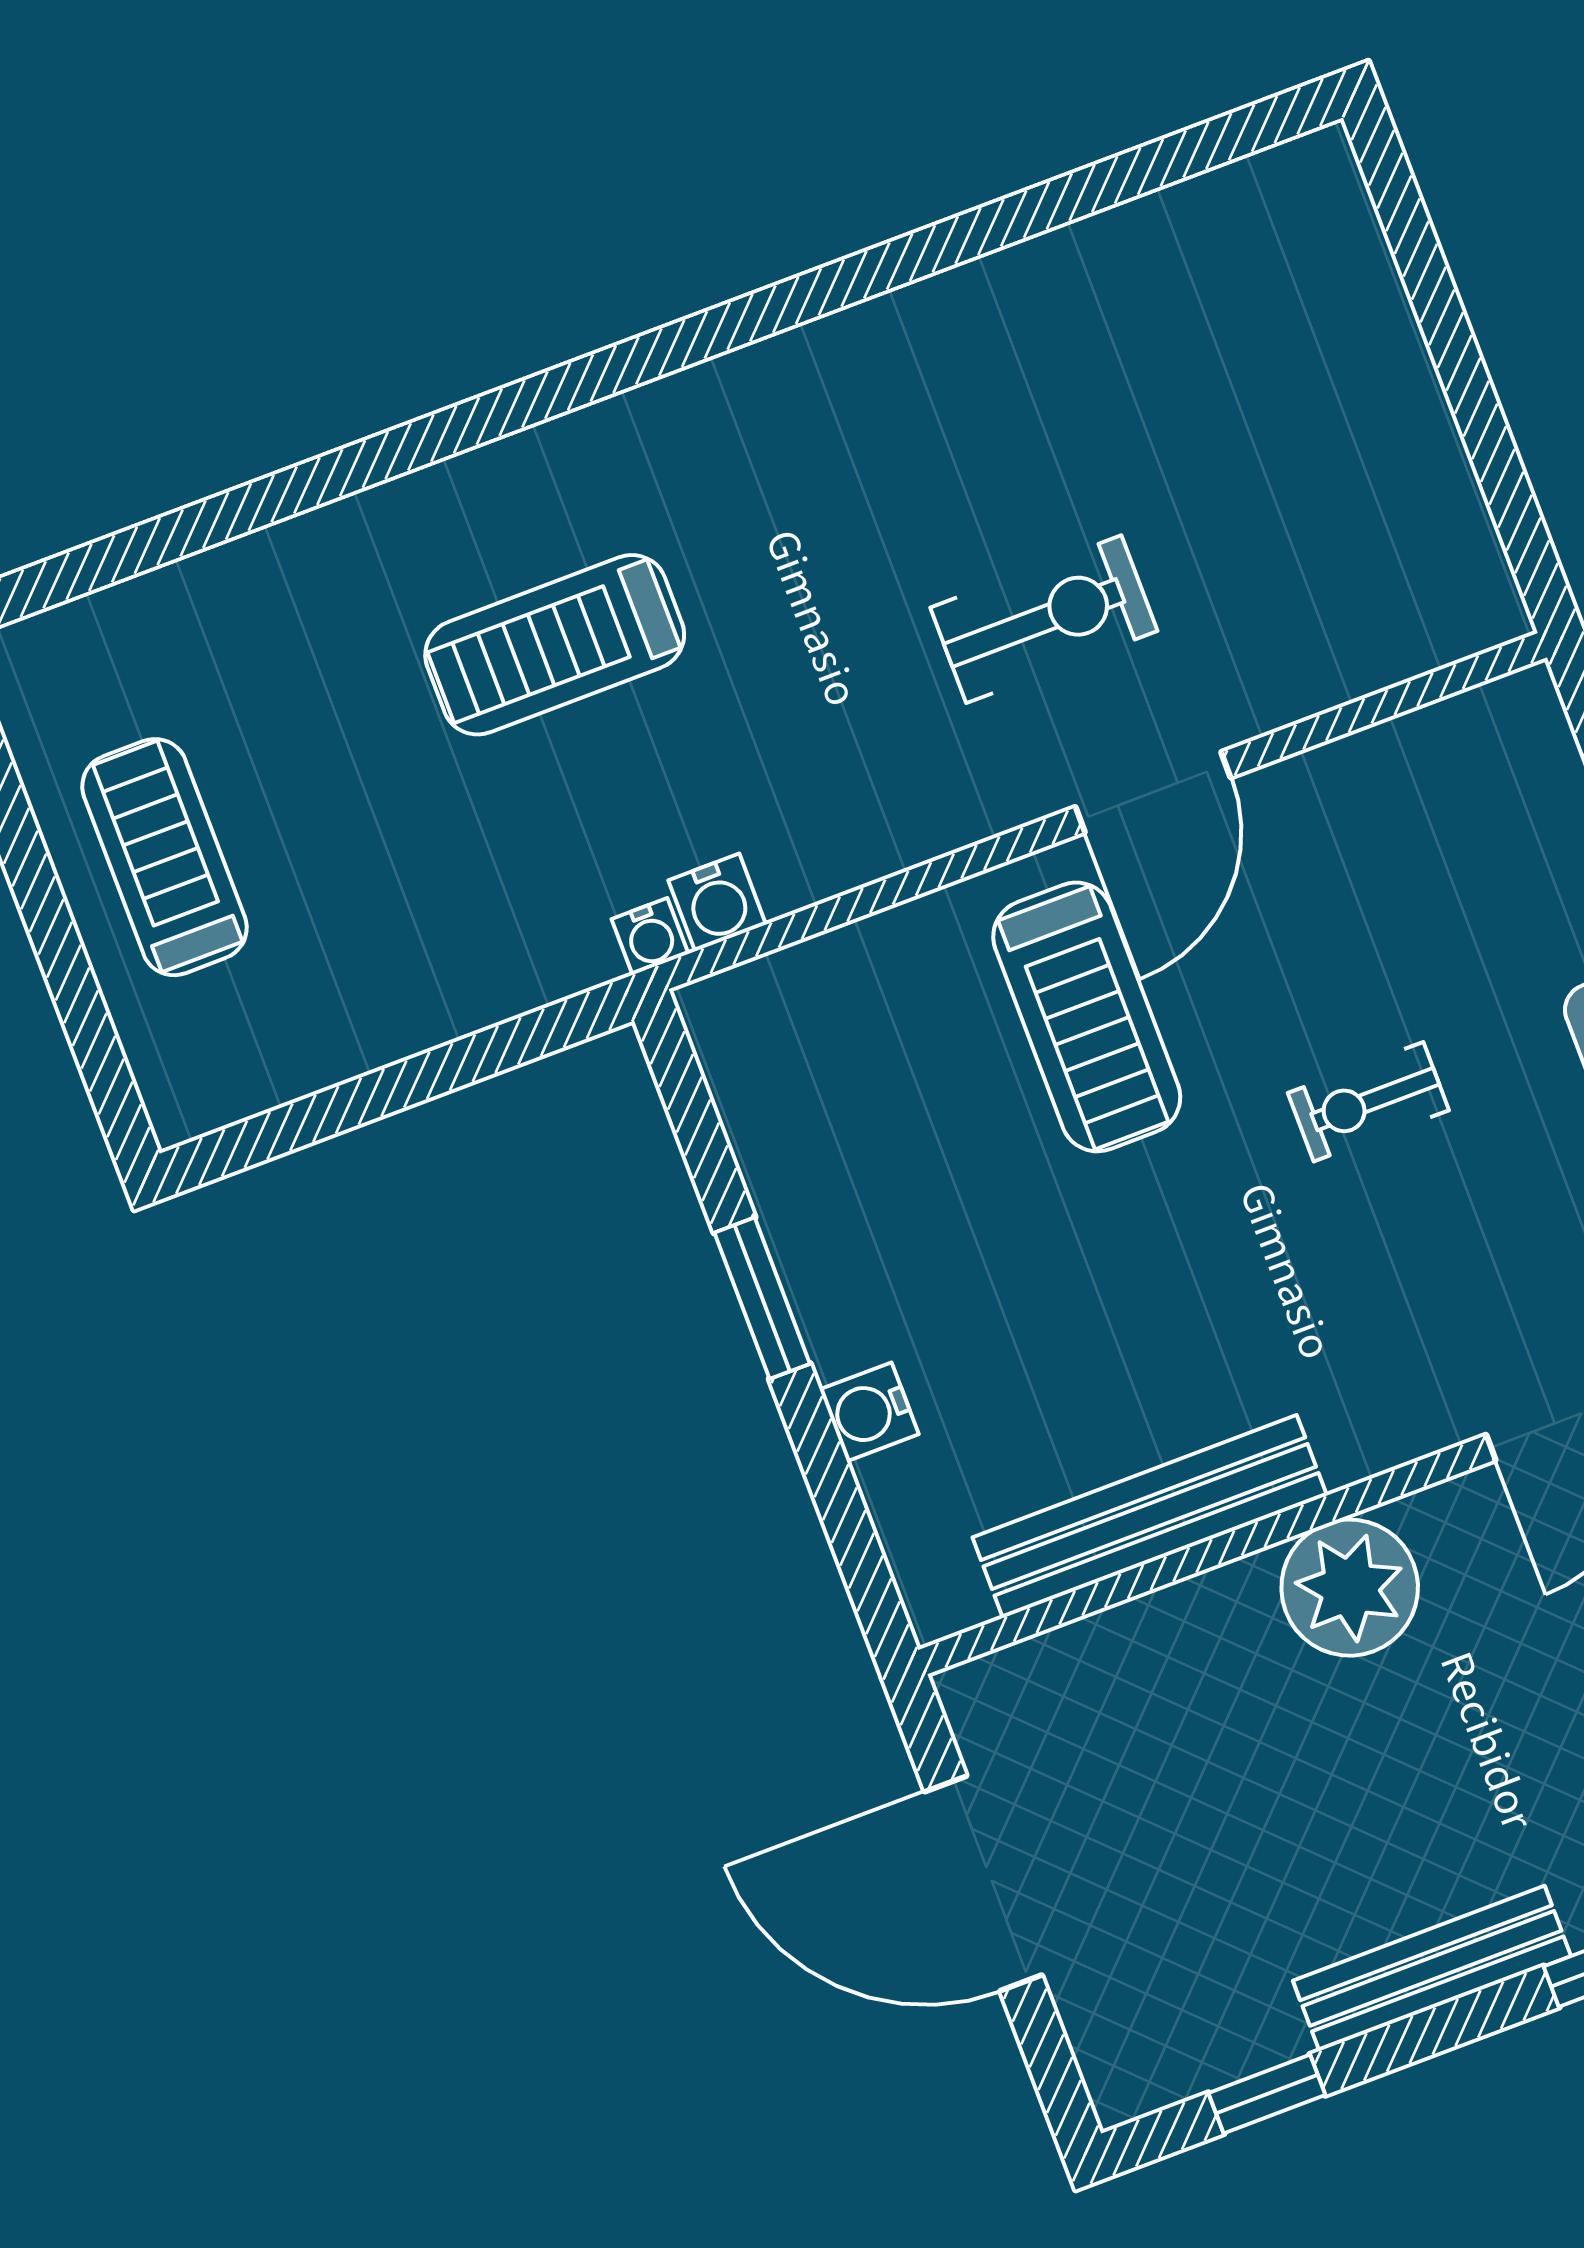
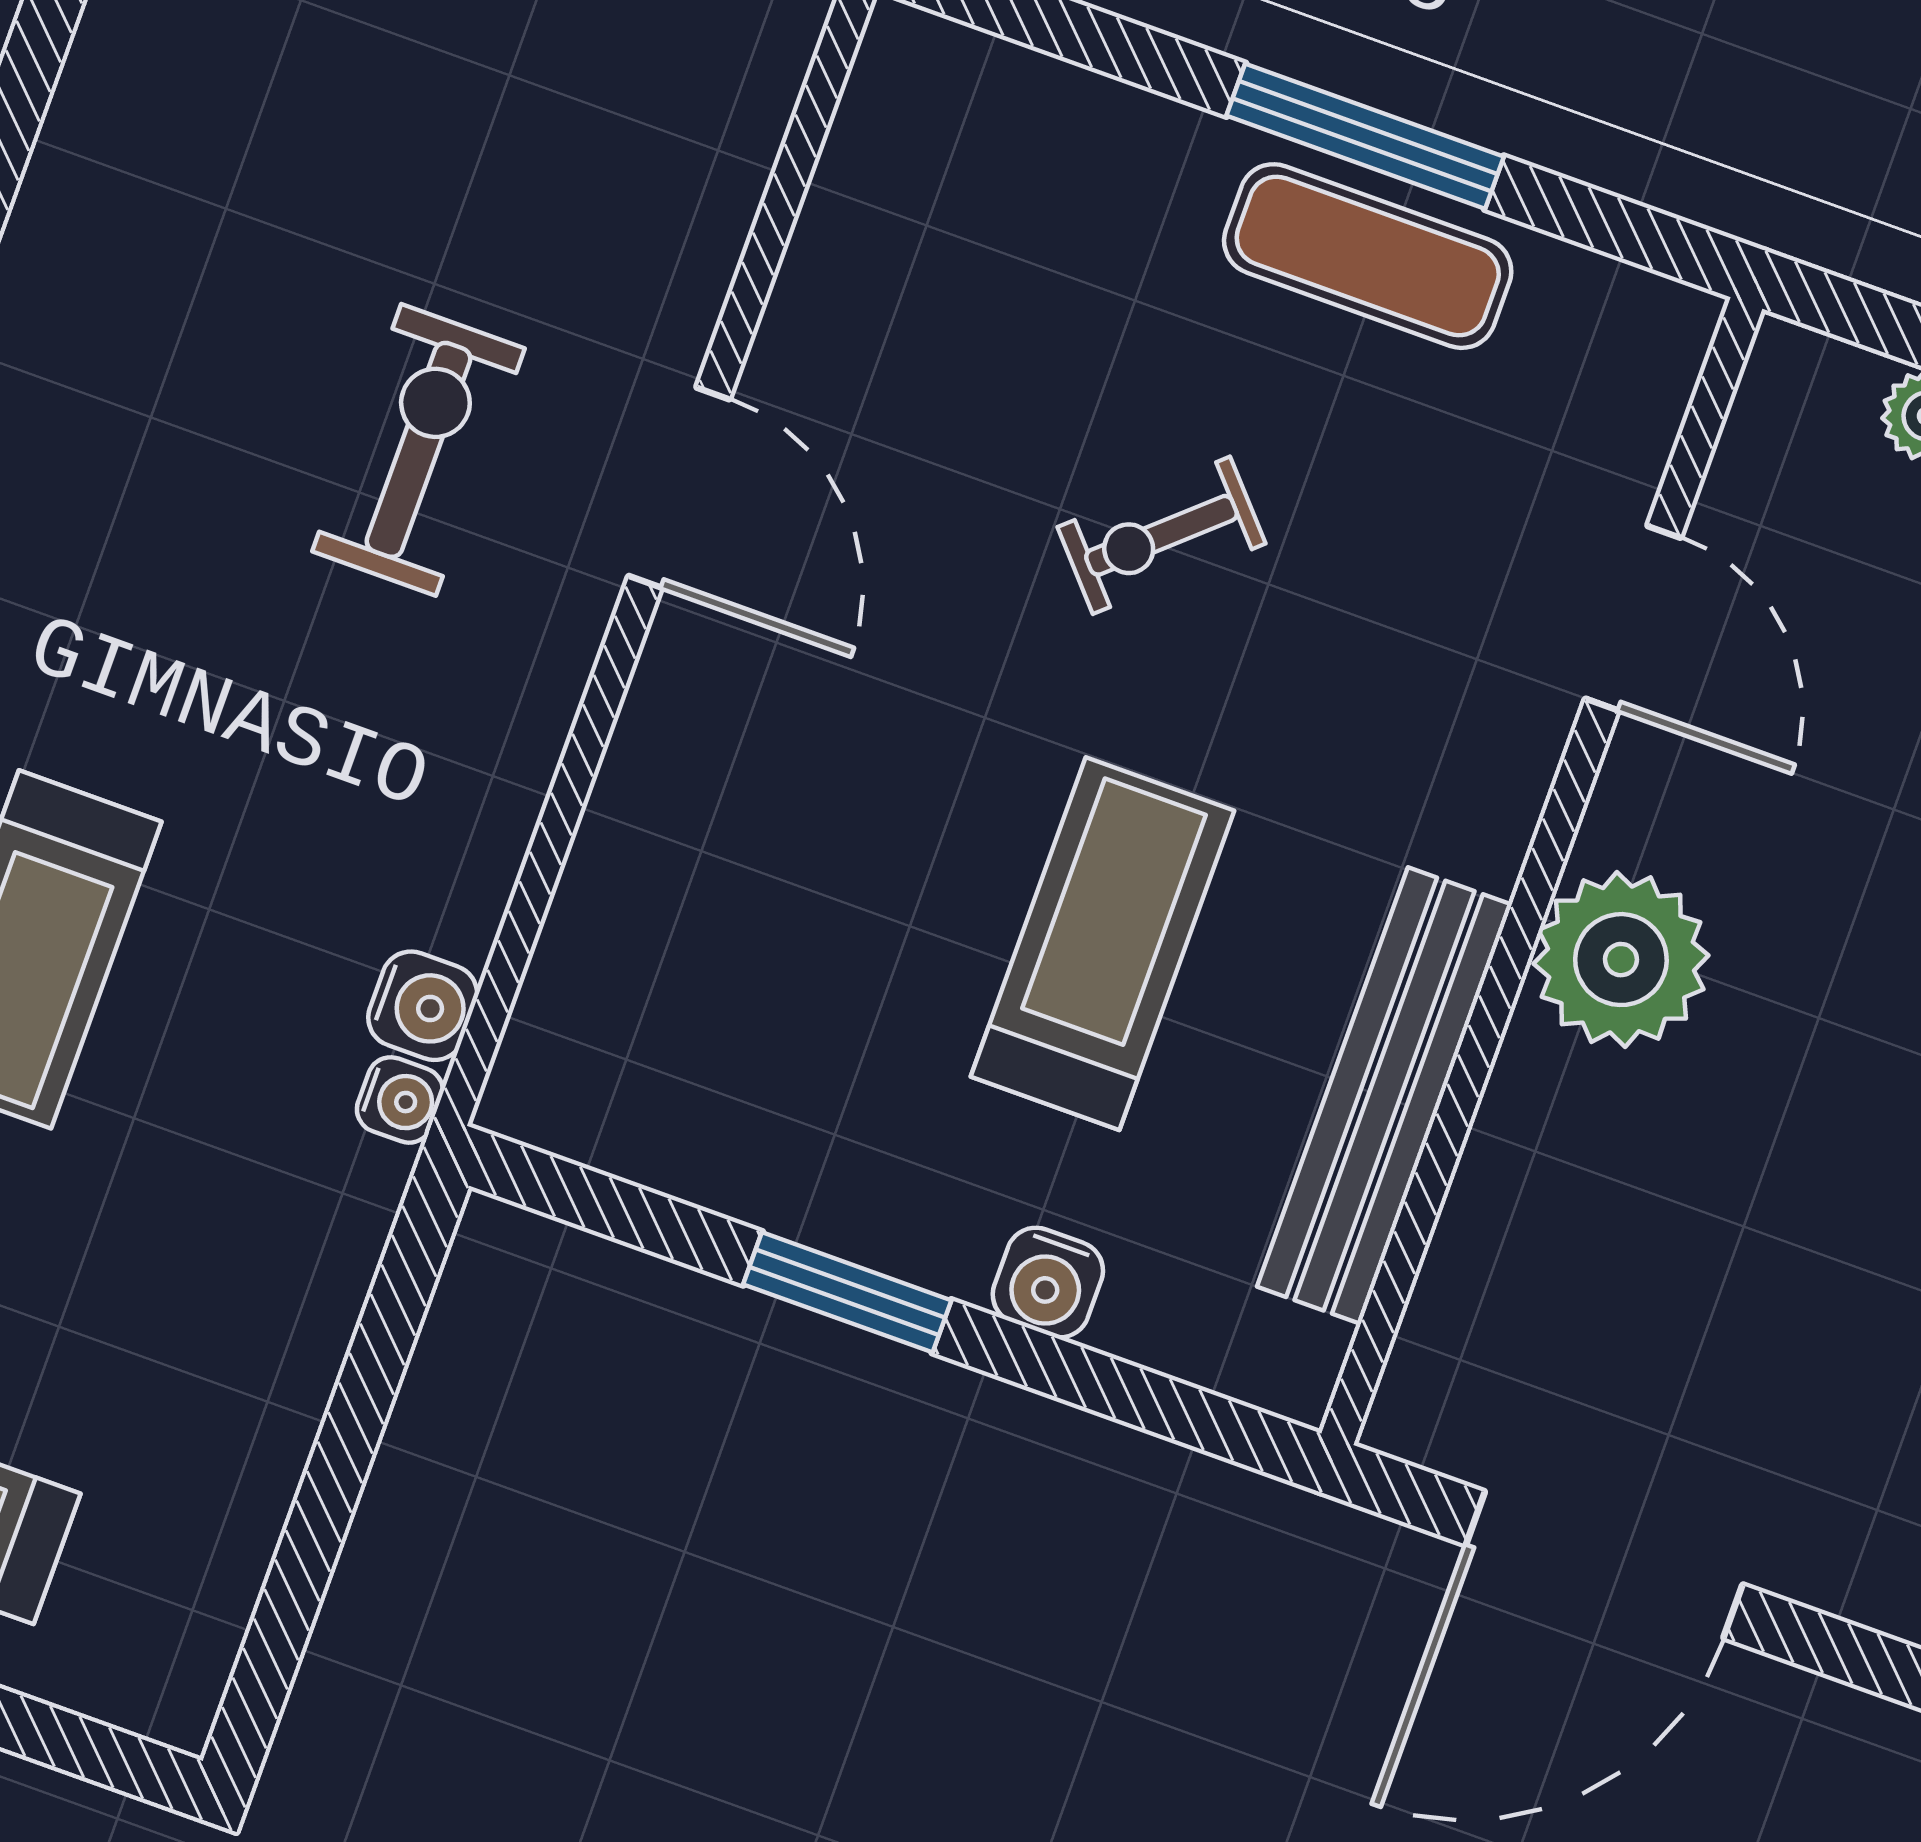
treadmill: (1087, 1017) -> (1102, 944), moved, turned -90
exercise bike: (1368, 1102) -> (1161, 535), turned 48

